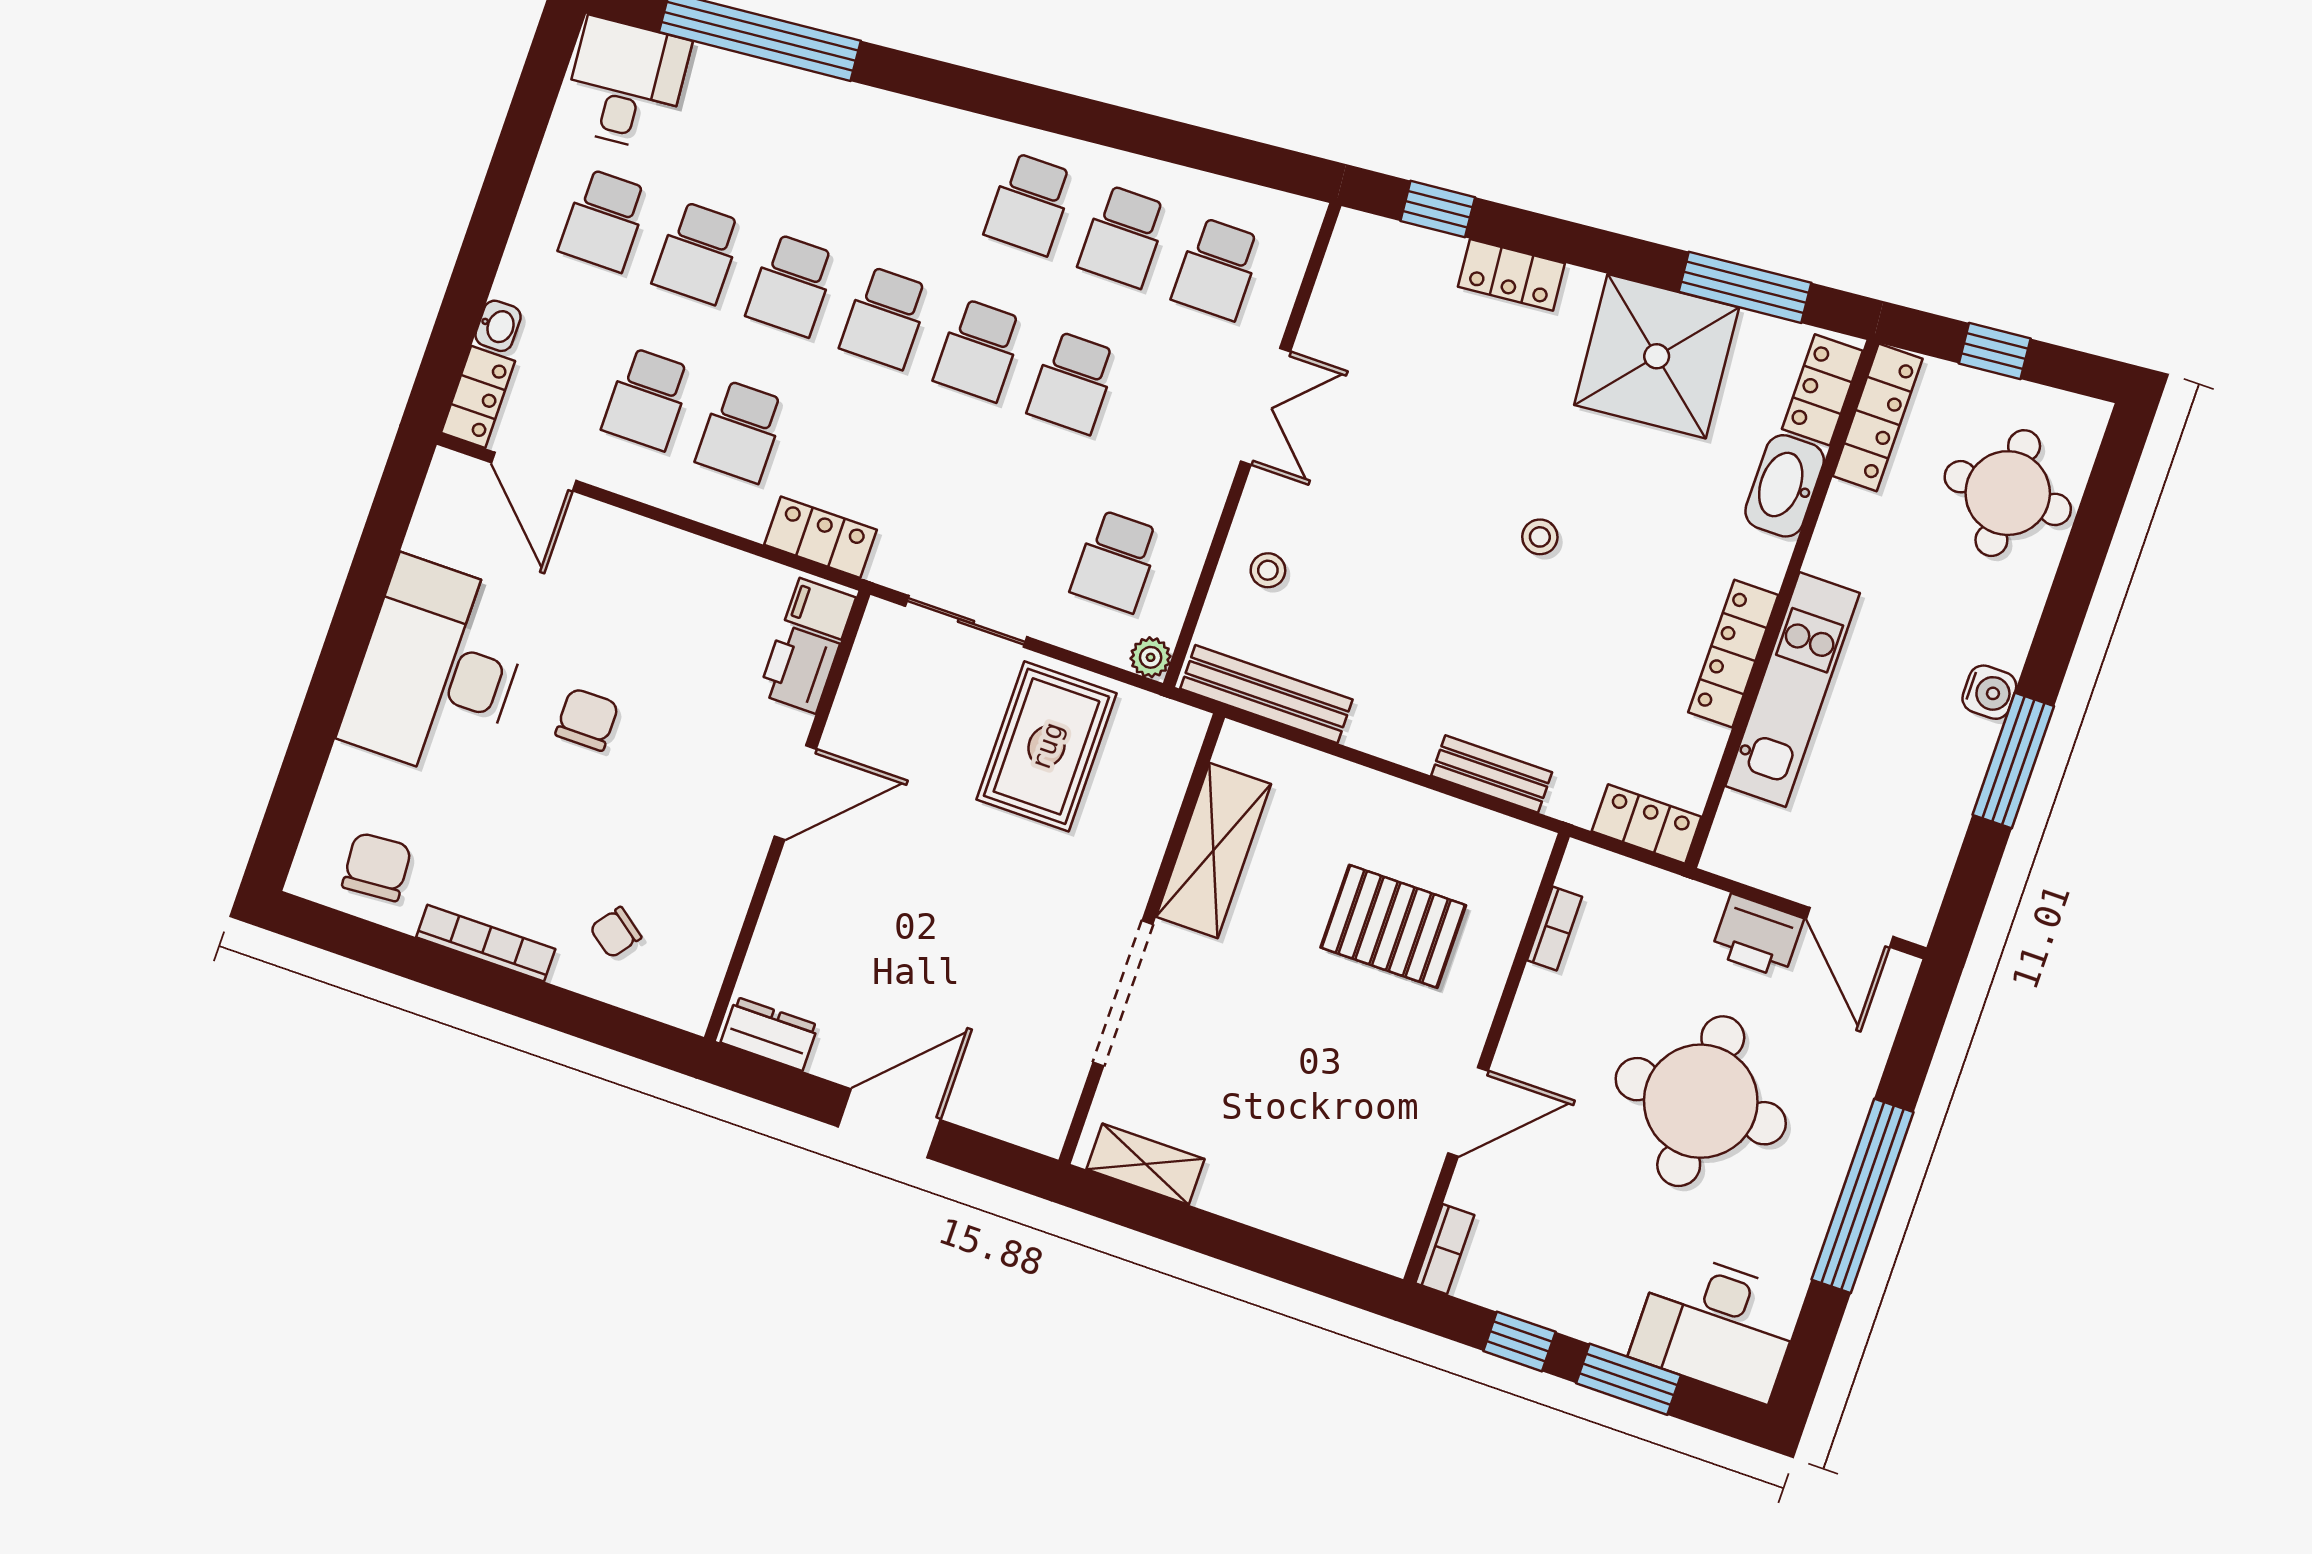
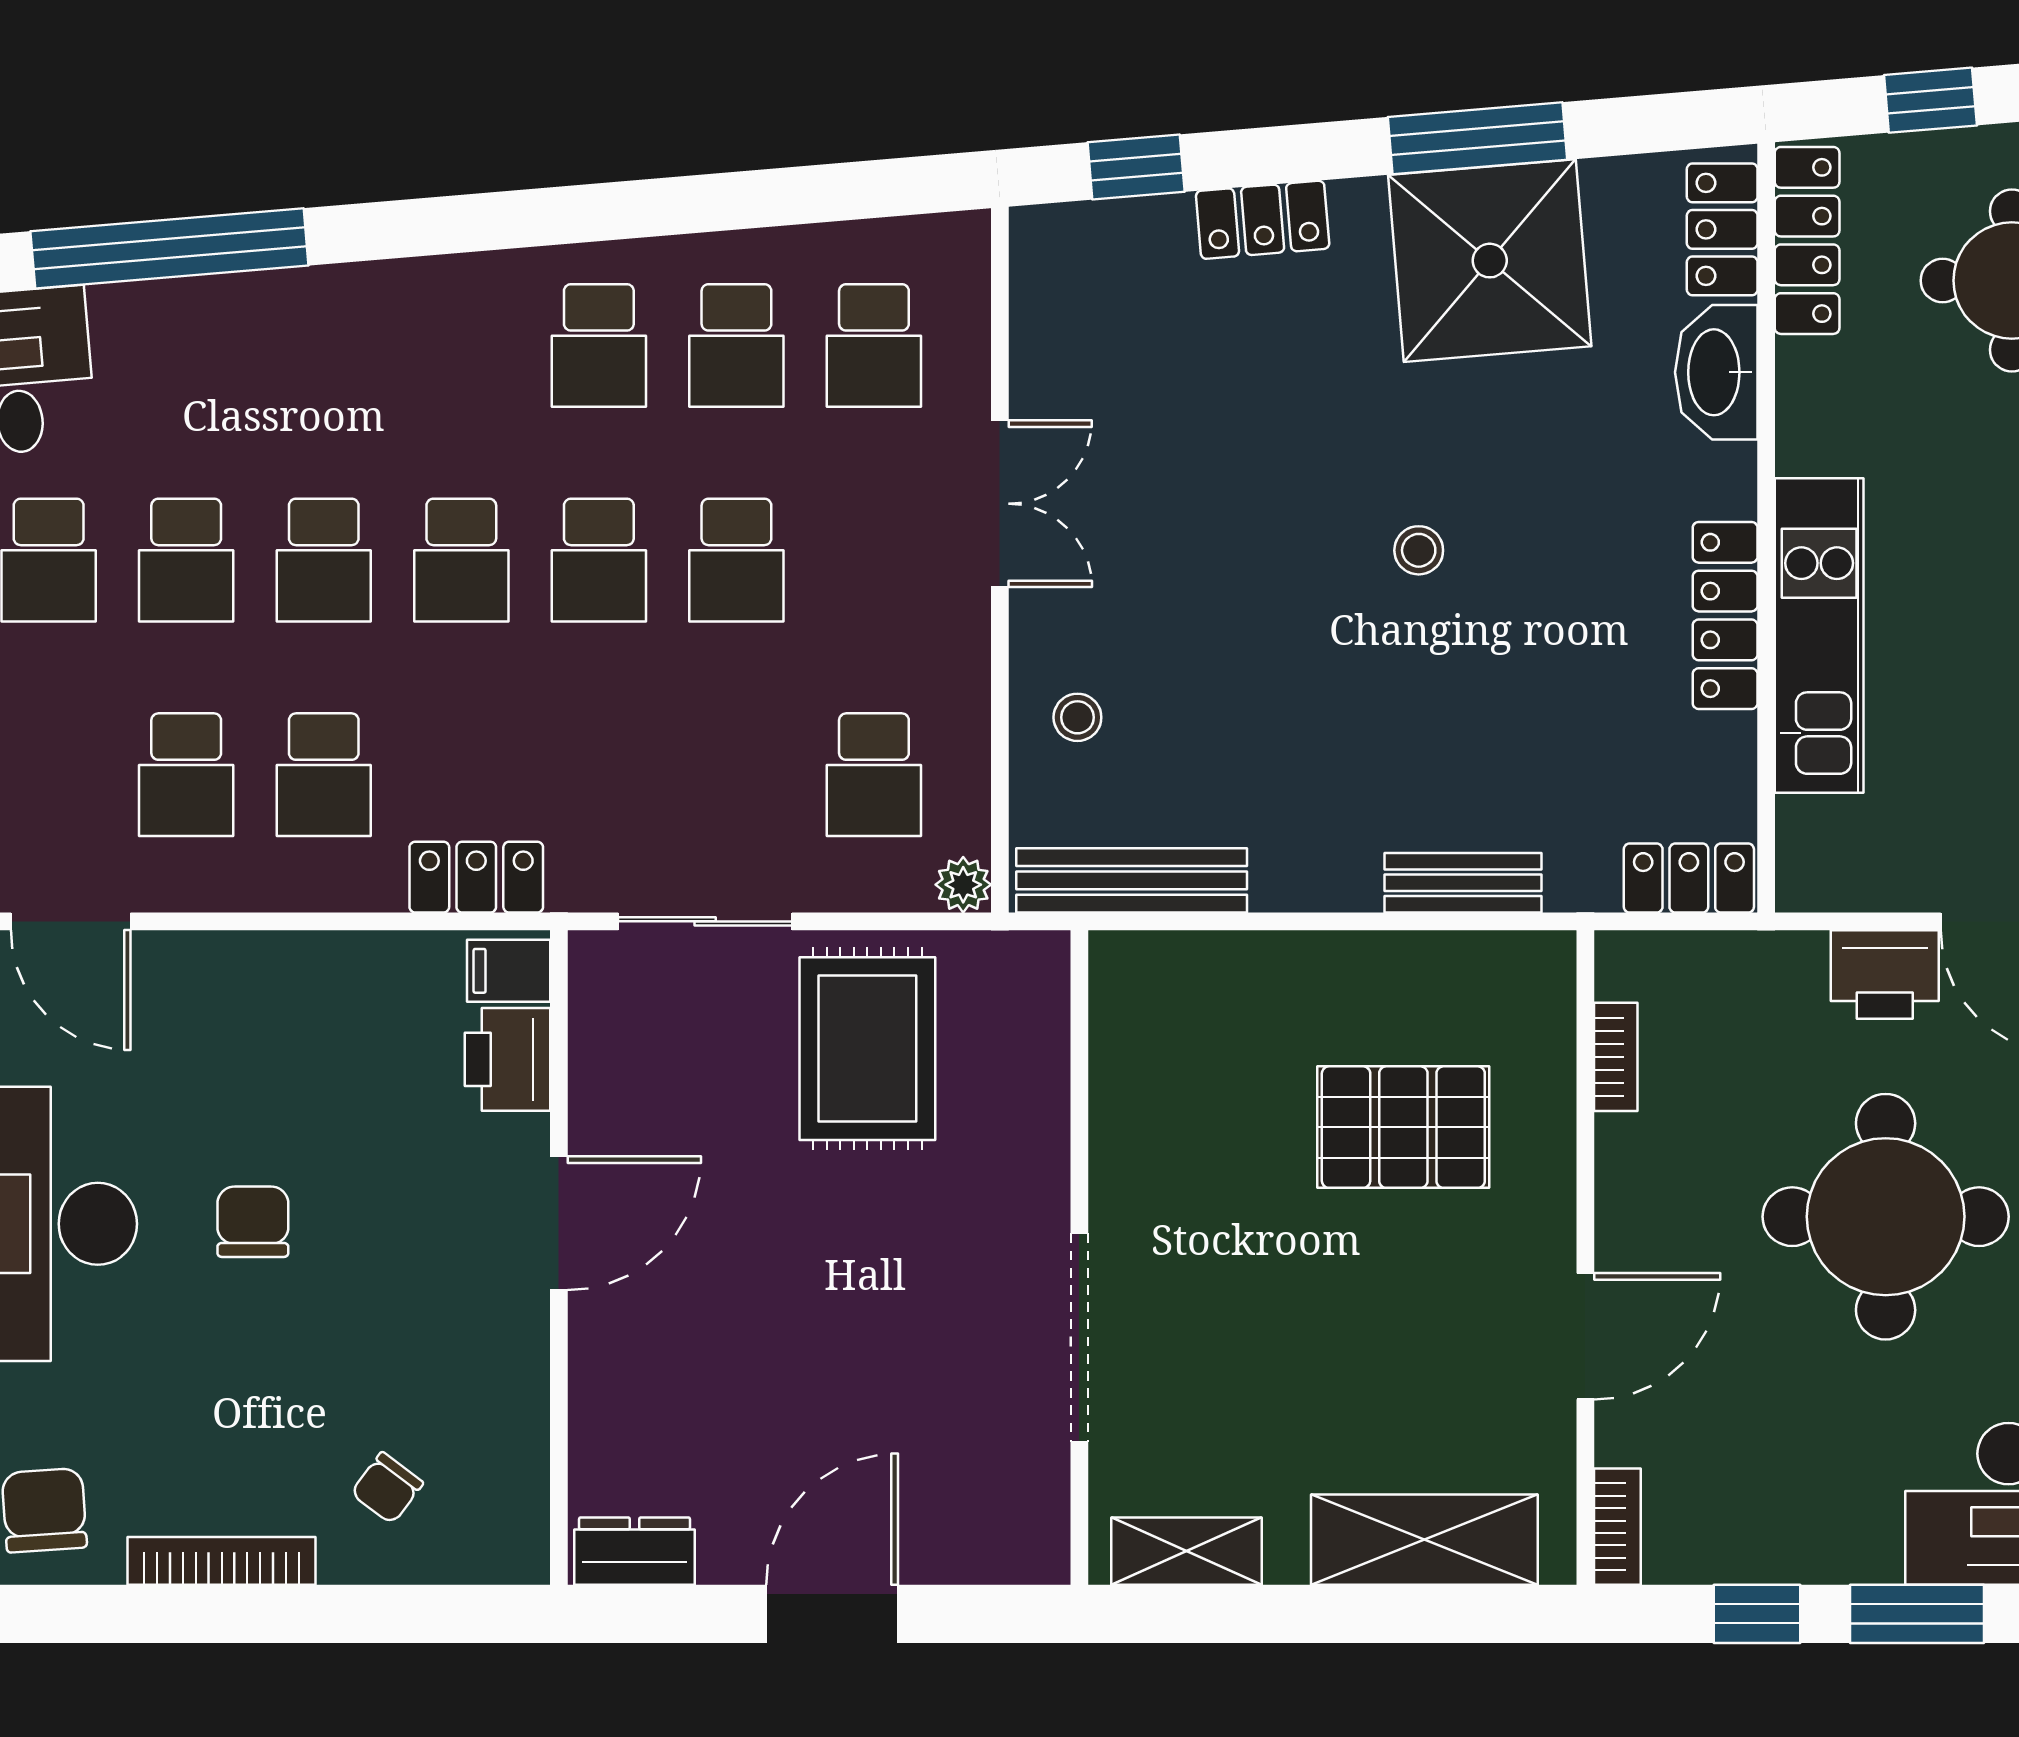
window: (1745, 287) -> (1477, 138), moved
shelving: (1214, 850) -> (1424, 1540), moved, turned 90

